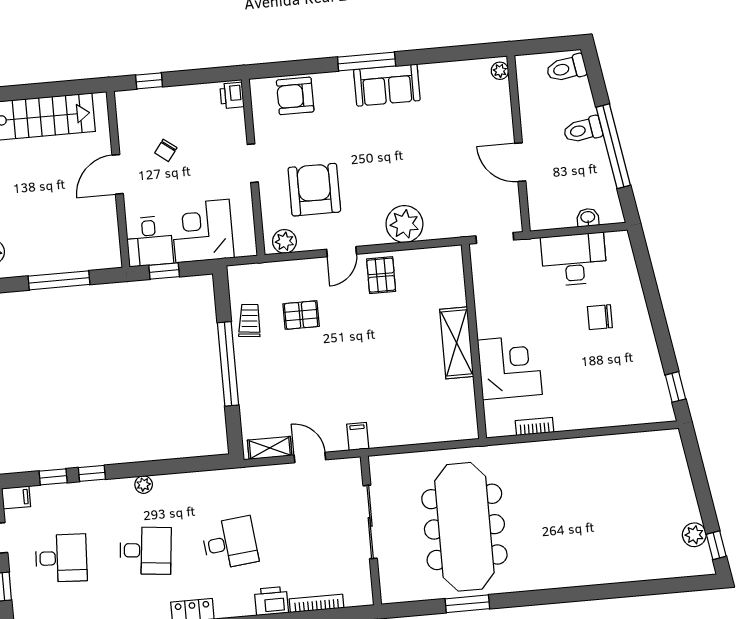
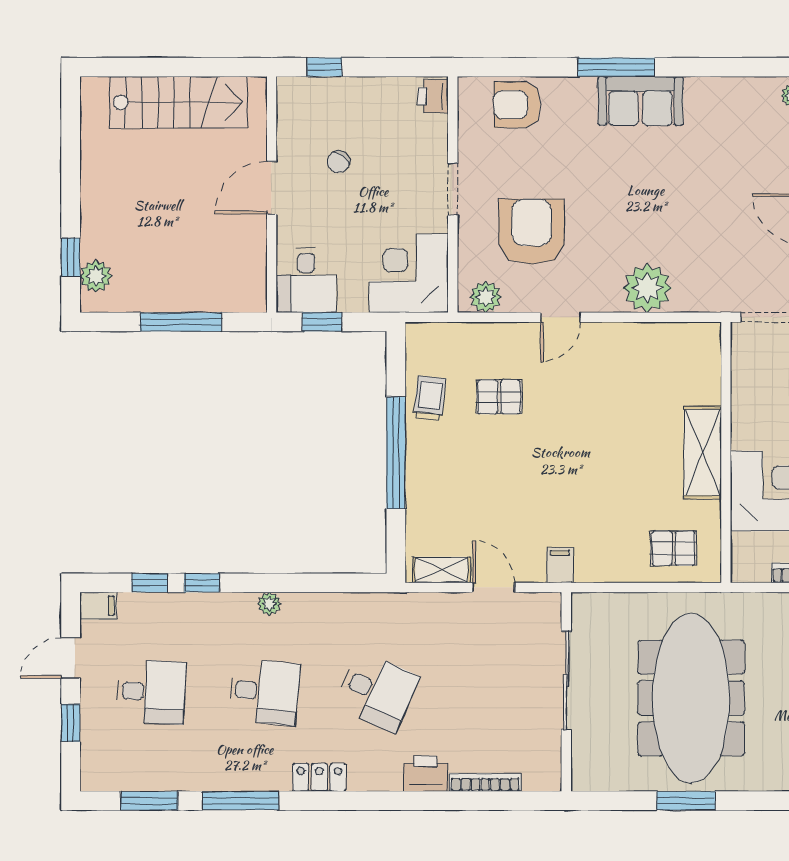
corner desk: (202, 231) -> (409, 273), moved
pallet: (381, 275) -> (674, 548), moved, turned 90
desk: (230, 543) -> (377, 692), turned 30

